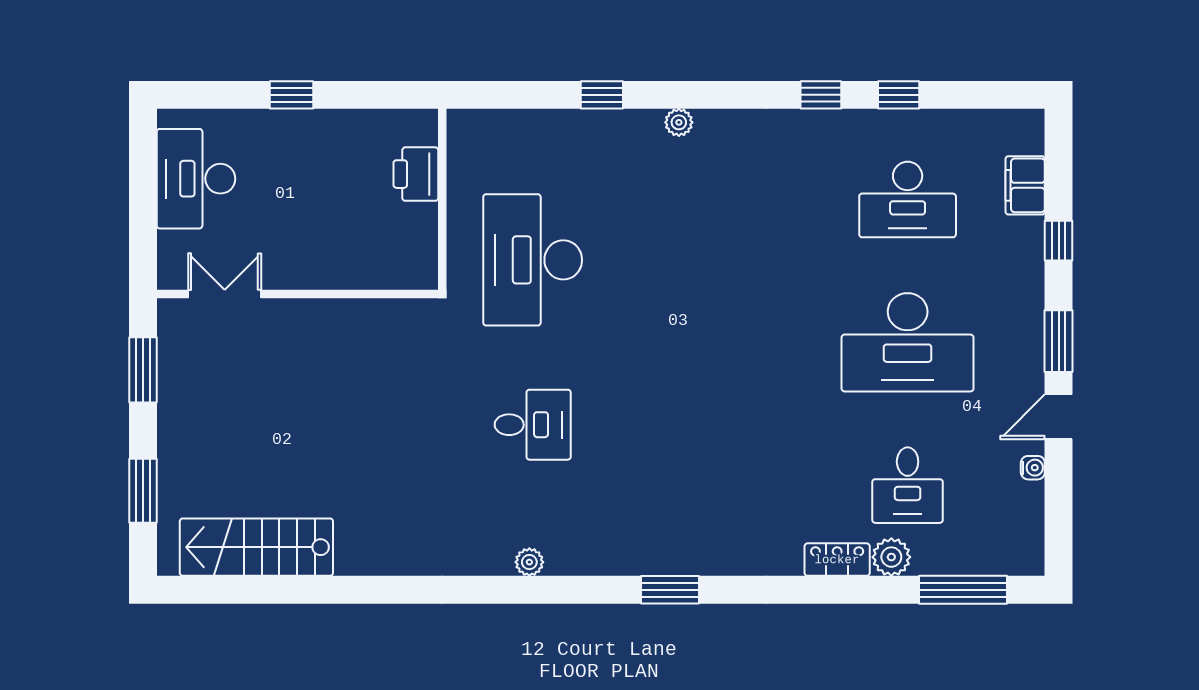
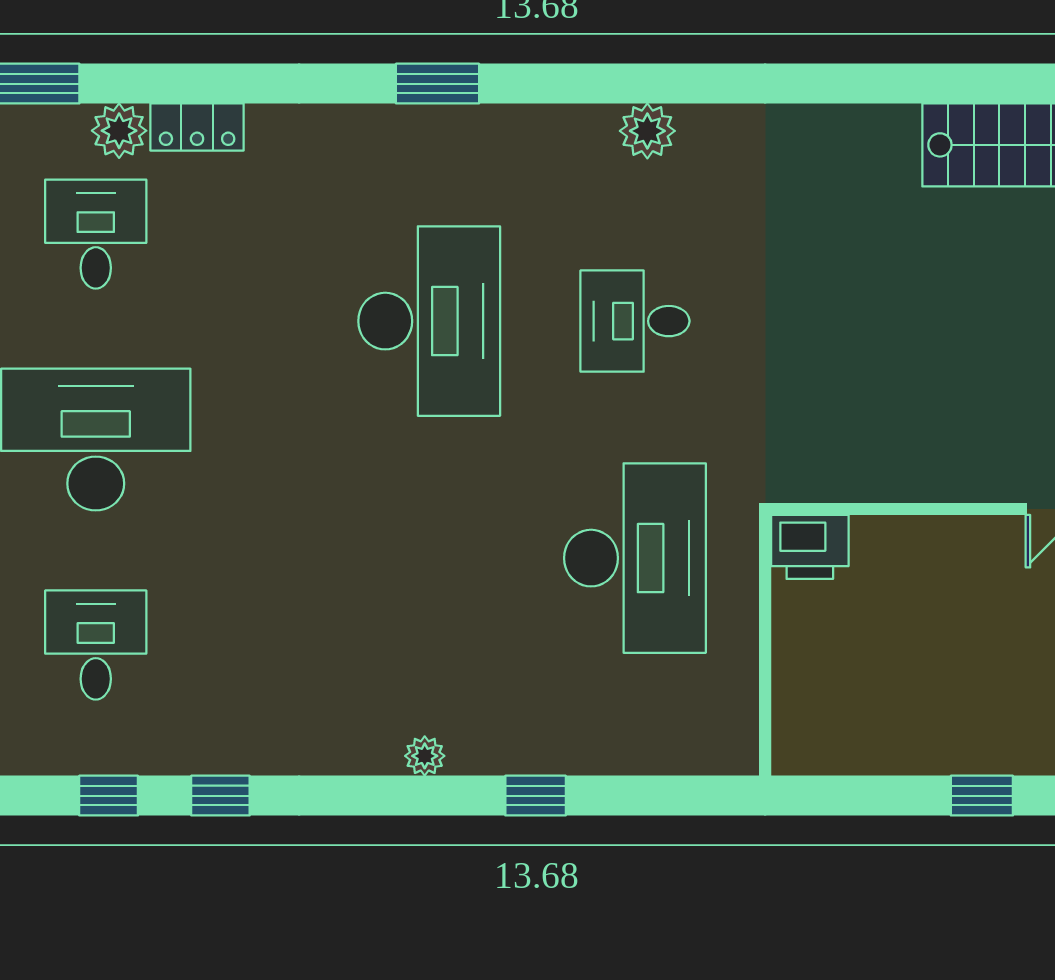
printer: (416, 174) -> (810, 547), moved, turned 90
desk: (908, 199) -> (96, 645), width x0.73
desk: (676, 425) -> (429, 321), added
plant: (529, 562) -> (647, 131), width x1.38, depth x1.38

